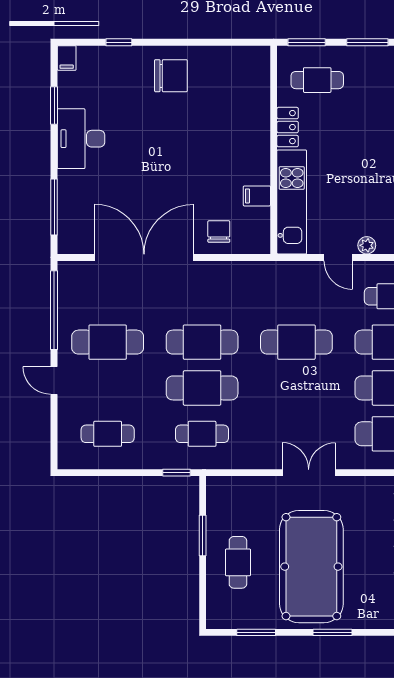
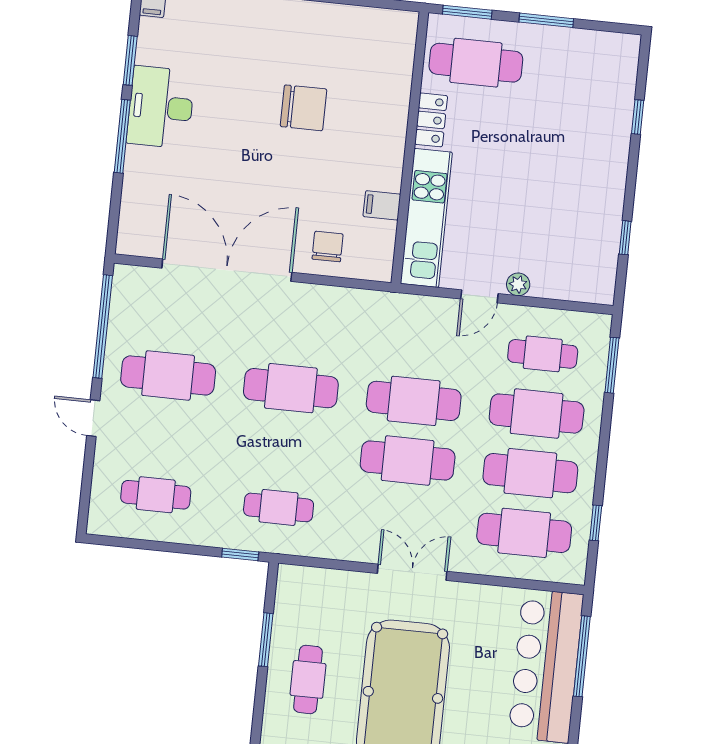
chair: (171, 76) -> (304, 108), moved
cafe table: (317, 80) -> (476, 63), width x1.37, depth x1.35
window: (54, 207) -> (122, 136), moved
door: (338, 257) -> (479, 296), hinge flipped
cafe table: (202, 388) -> (408, 460), moved

